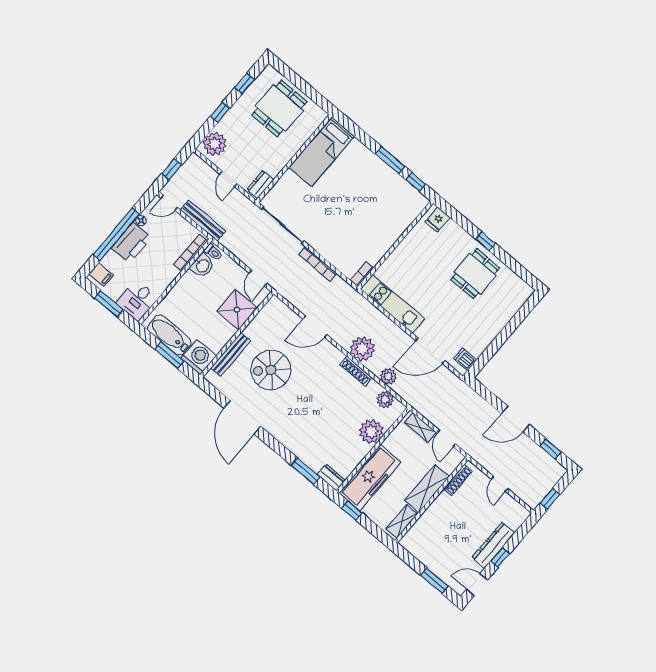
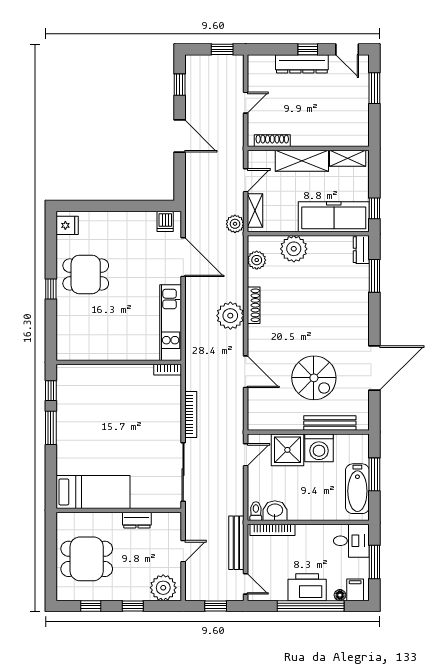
dresser: (260, 184) -> (137, 520), moved
fridge: (438, 220) -> (67, 225), moved
floor lamp: (141, 221) -> (340, 595), moved
washing machine: (199, 357) -> (319, 448), moved, turned -90
plant: (388, 377) -> (235, 224), moved

